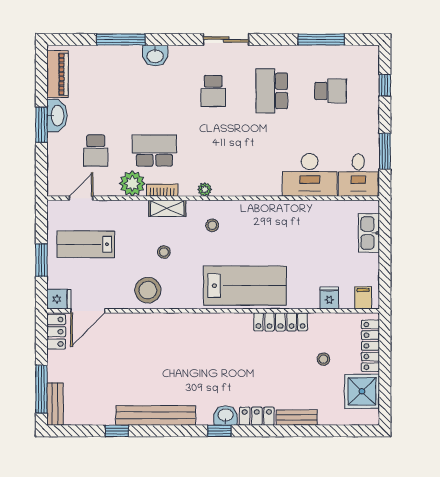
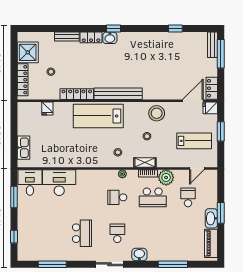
washbasin: (155, 56) -> (139, 255), moved
school desk: (330, 91) -> (117, 197), moved
filing cabinet: (363, 298) -> (27, 109), removed
bench: (156, 415) -> (118, 94), moved

